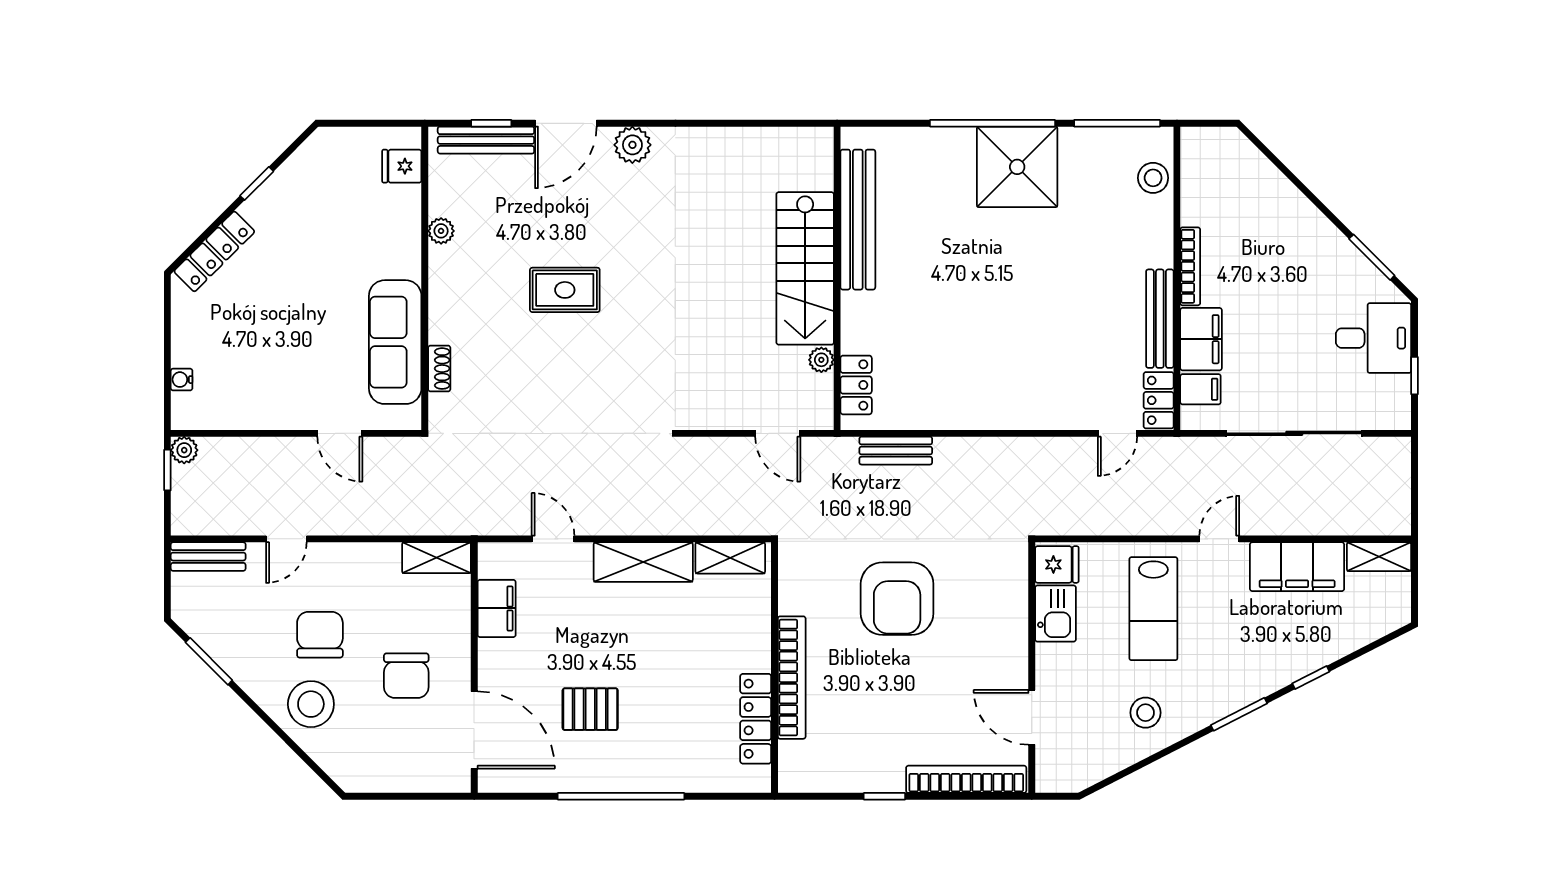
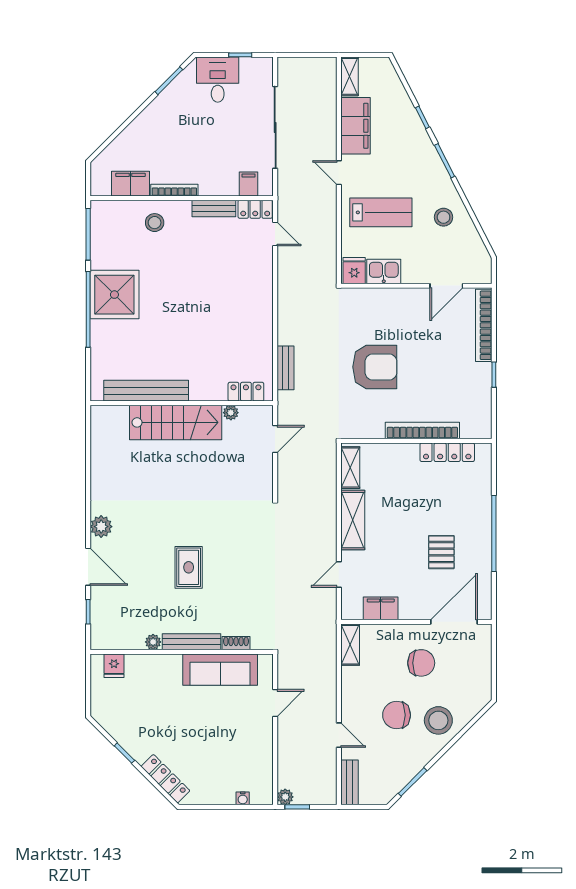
bench: (486, 140) -> (192, 642), moved, turned 90
stool: (1153, 178) -> (155, 223), moved
bench: (1160, 319) -> (214, 209), width x0.73
filing cabinet: (1201, 339) -> (130, 184), moved

